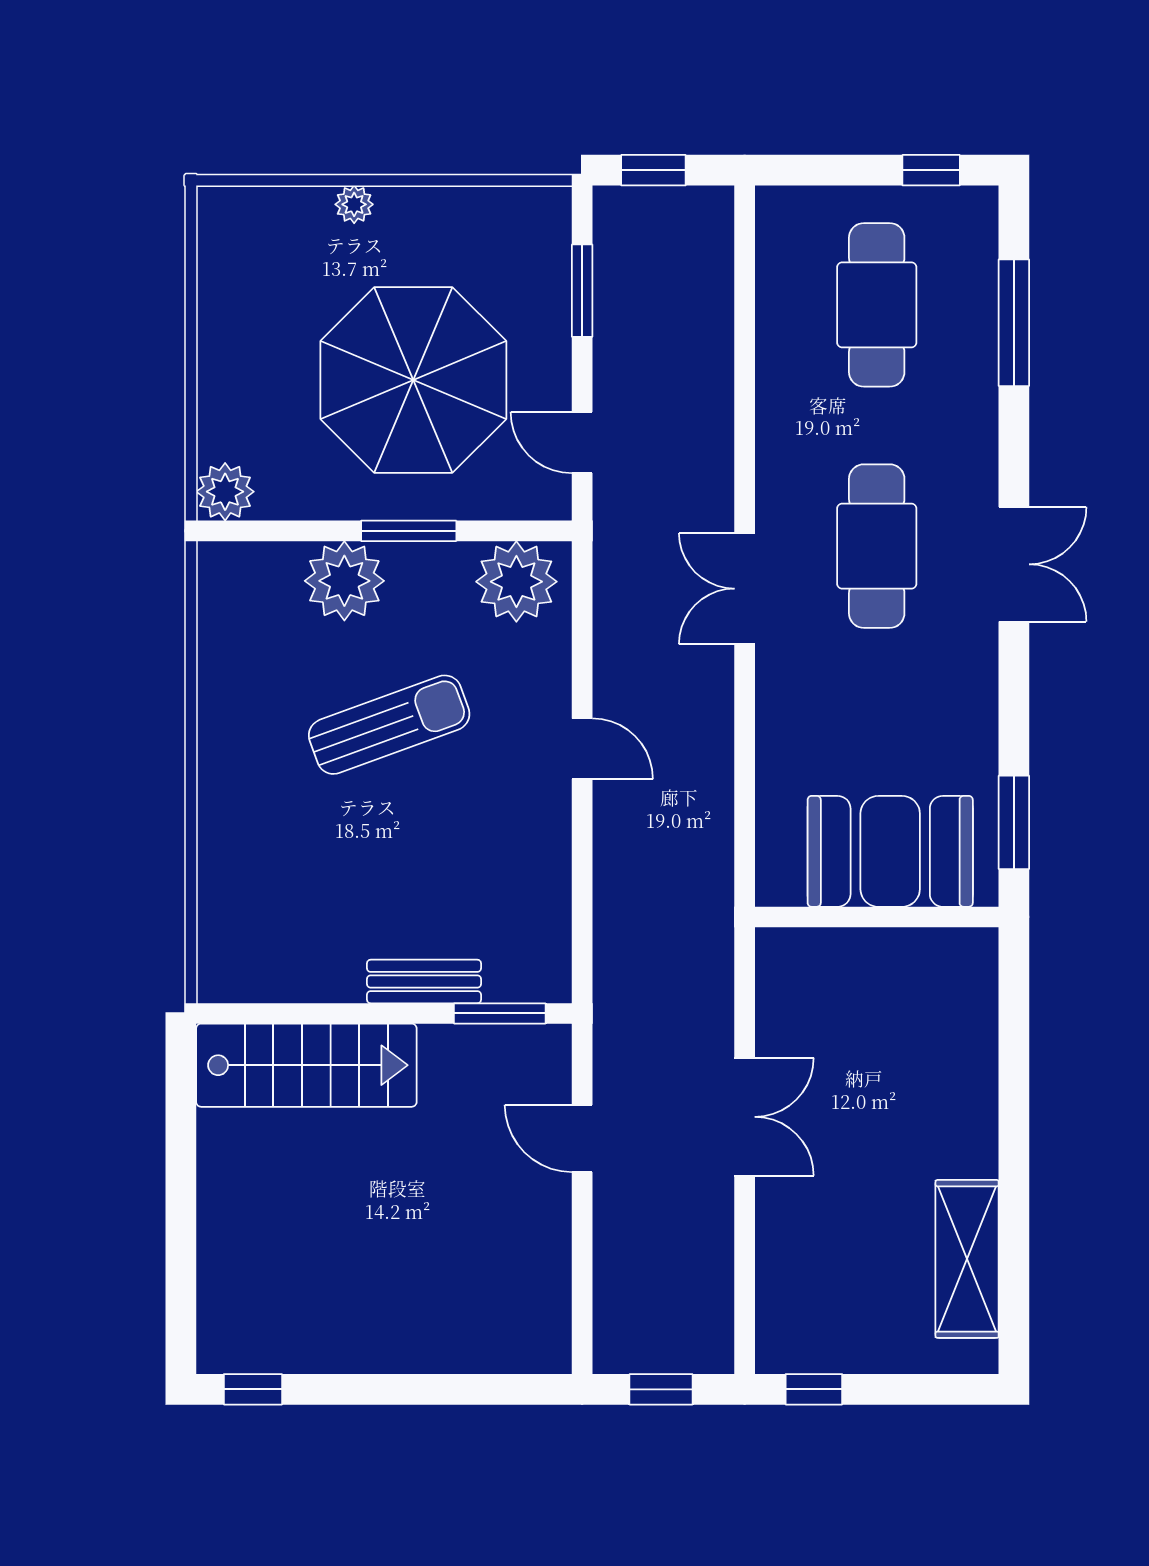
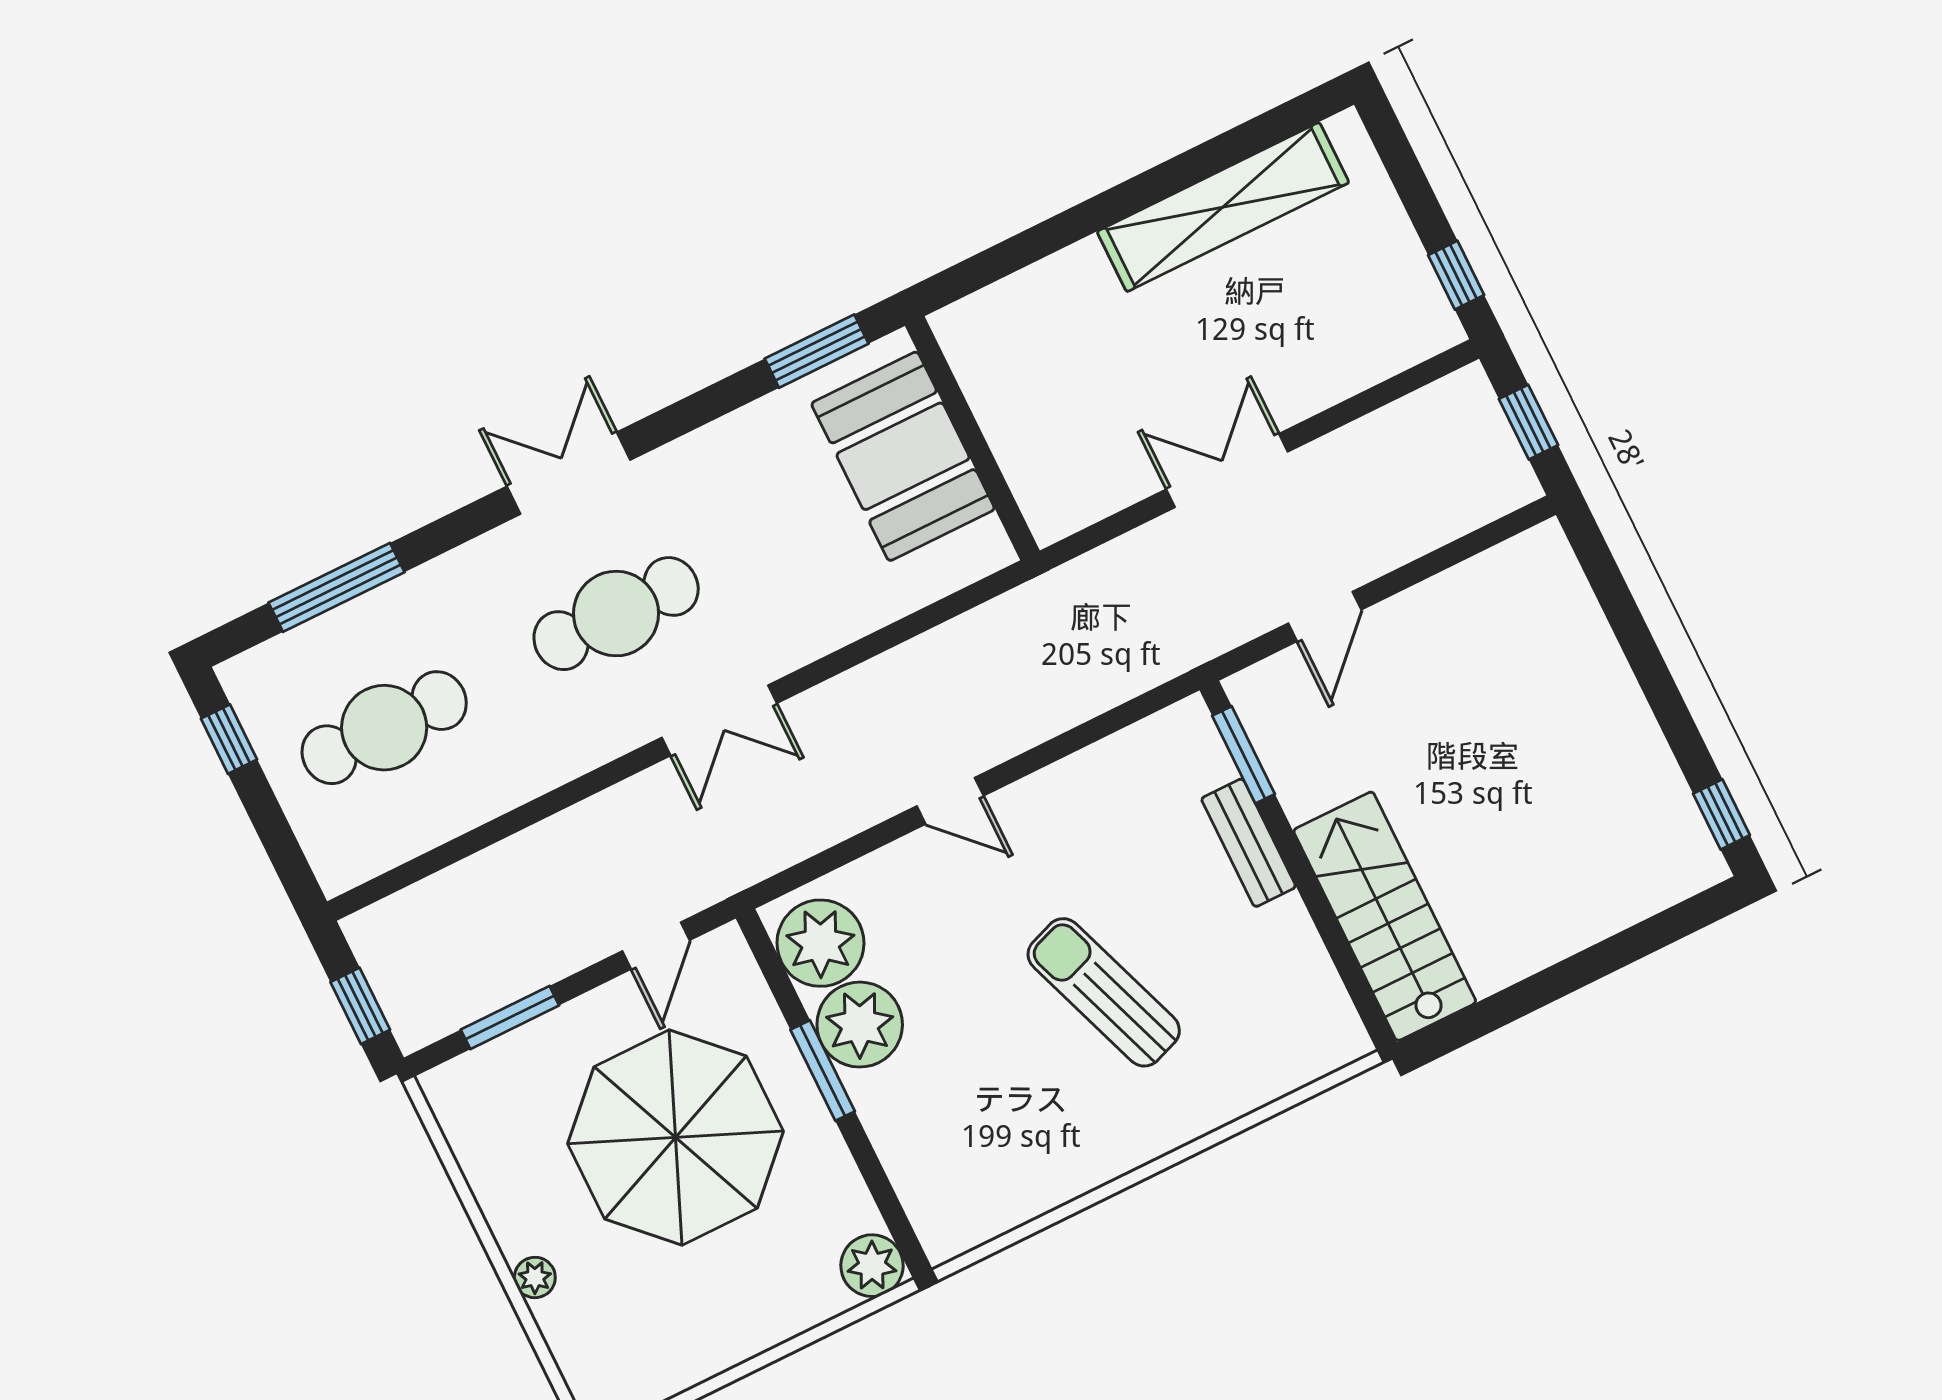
plant: (344, 581) -> (860, 1025), moved
sun lounger: (389, 725) -> (1104, 992), moved
door: (582, 749) -> (950, 801), swing flipped
shelving: (967, 1259) -> (1223, 207), width x1.47

